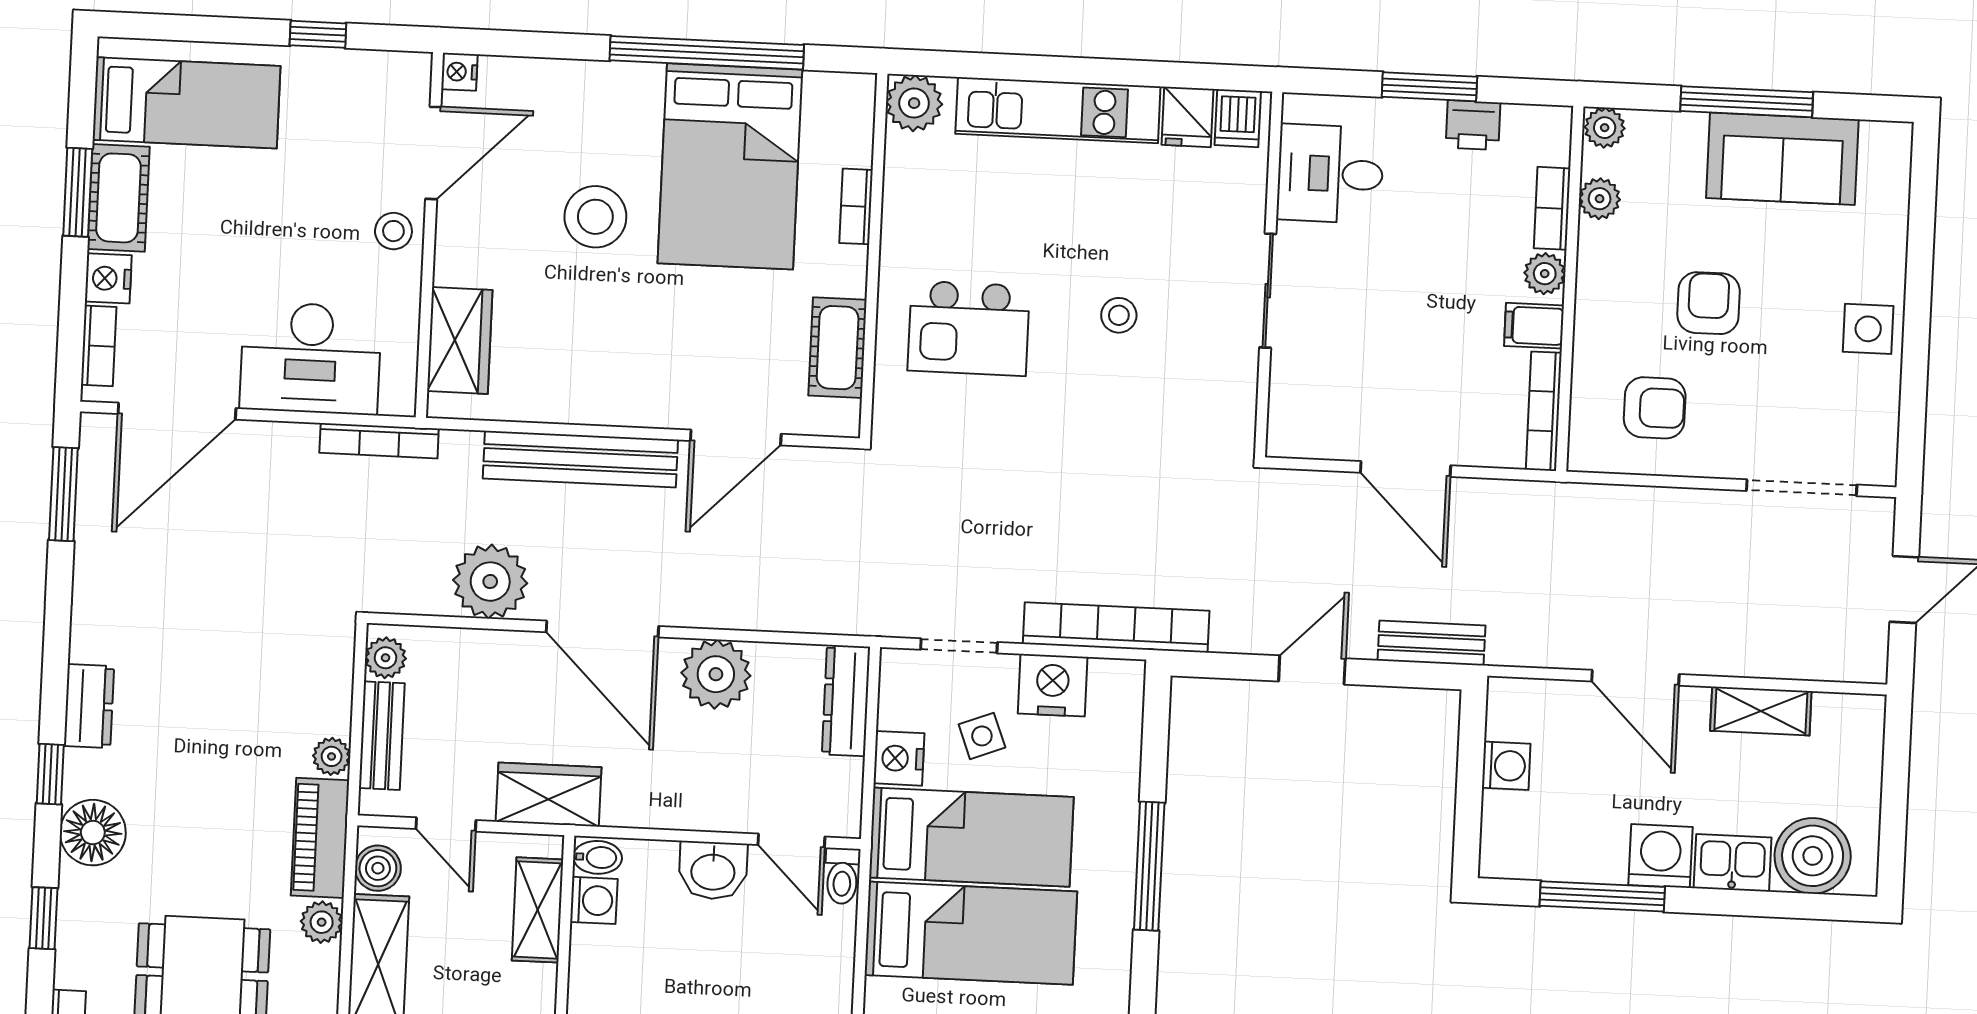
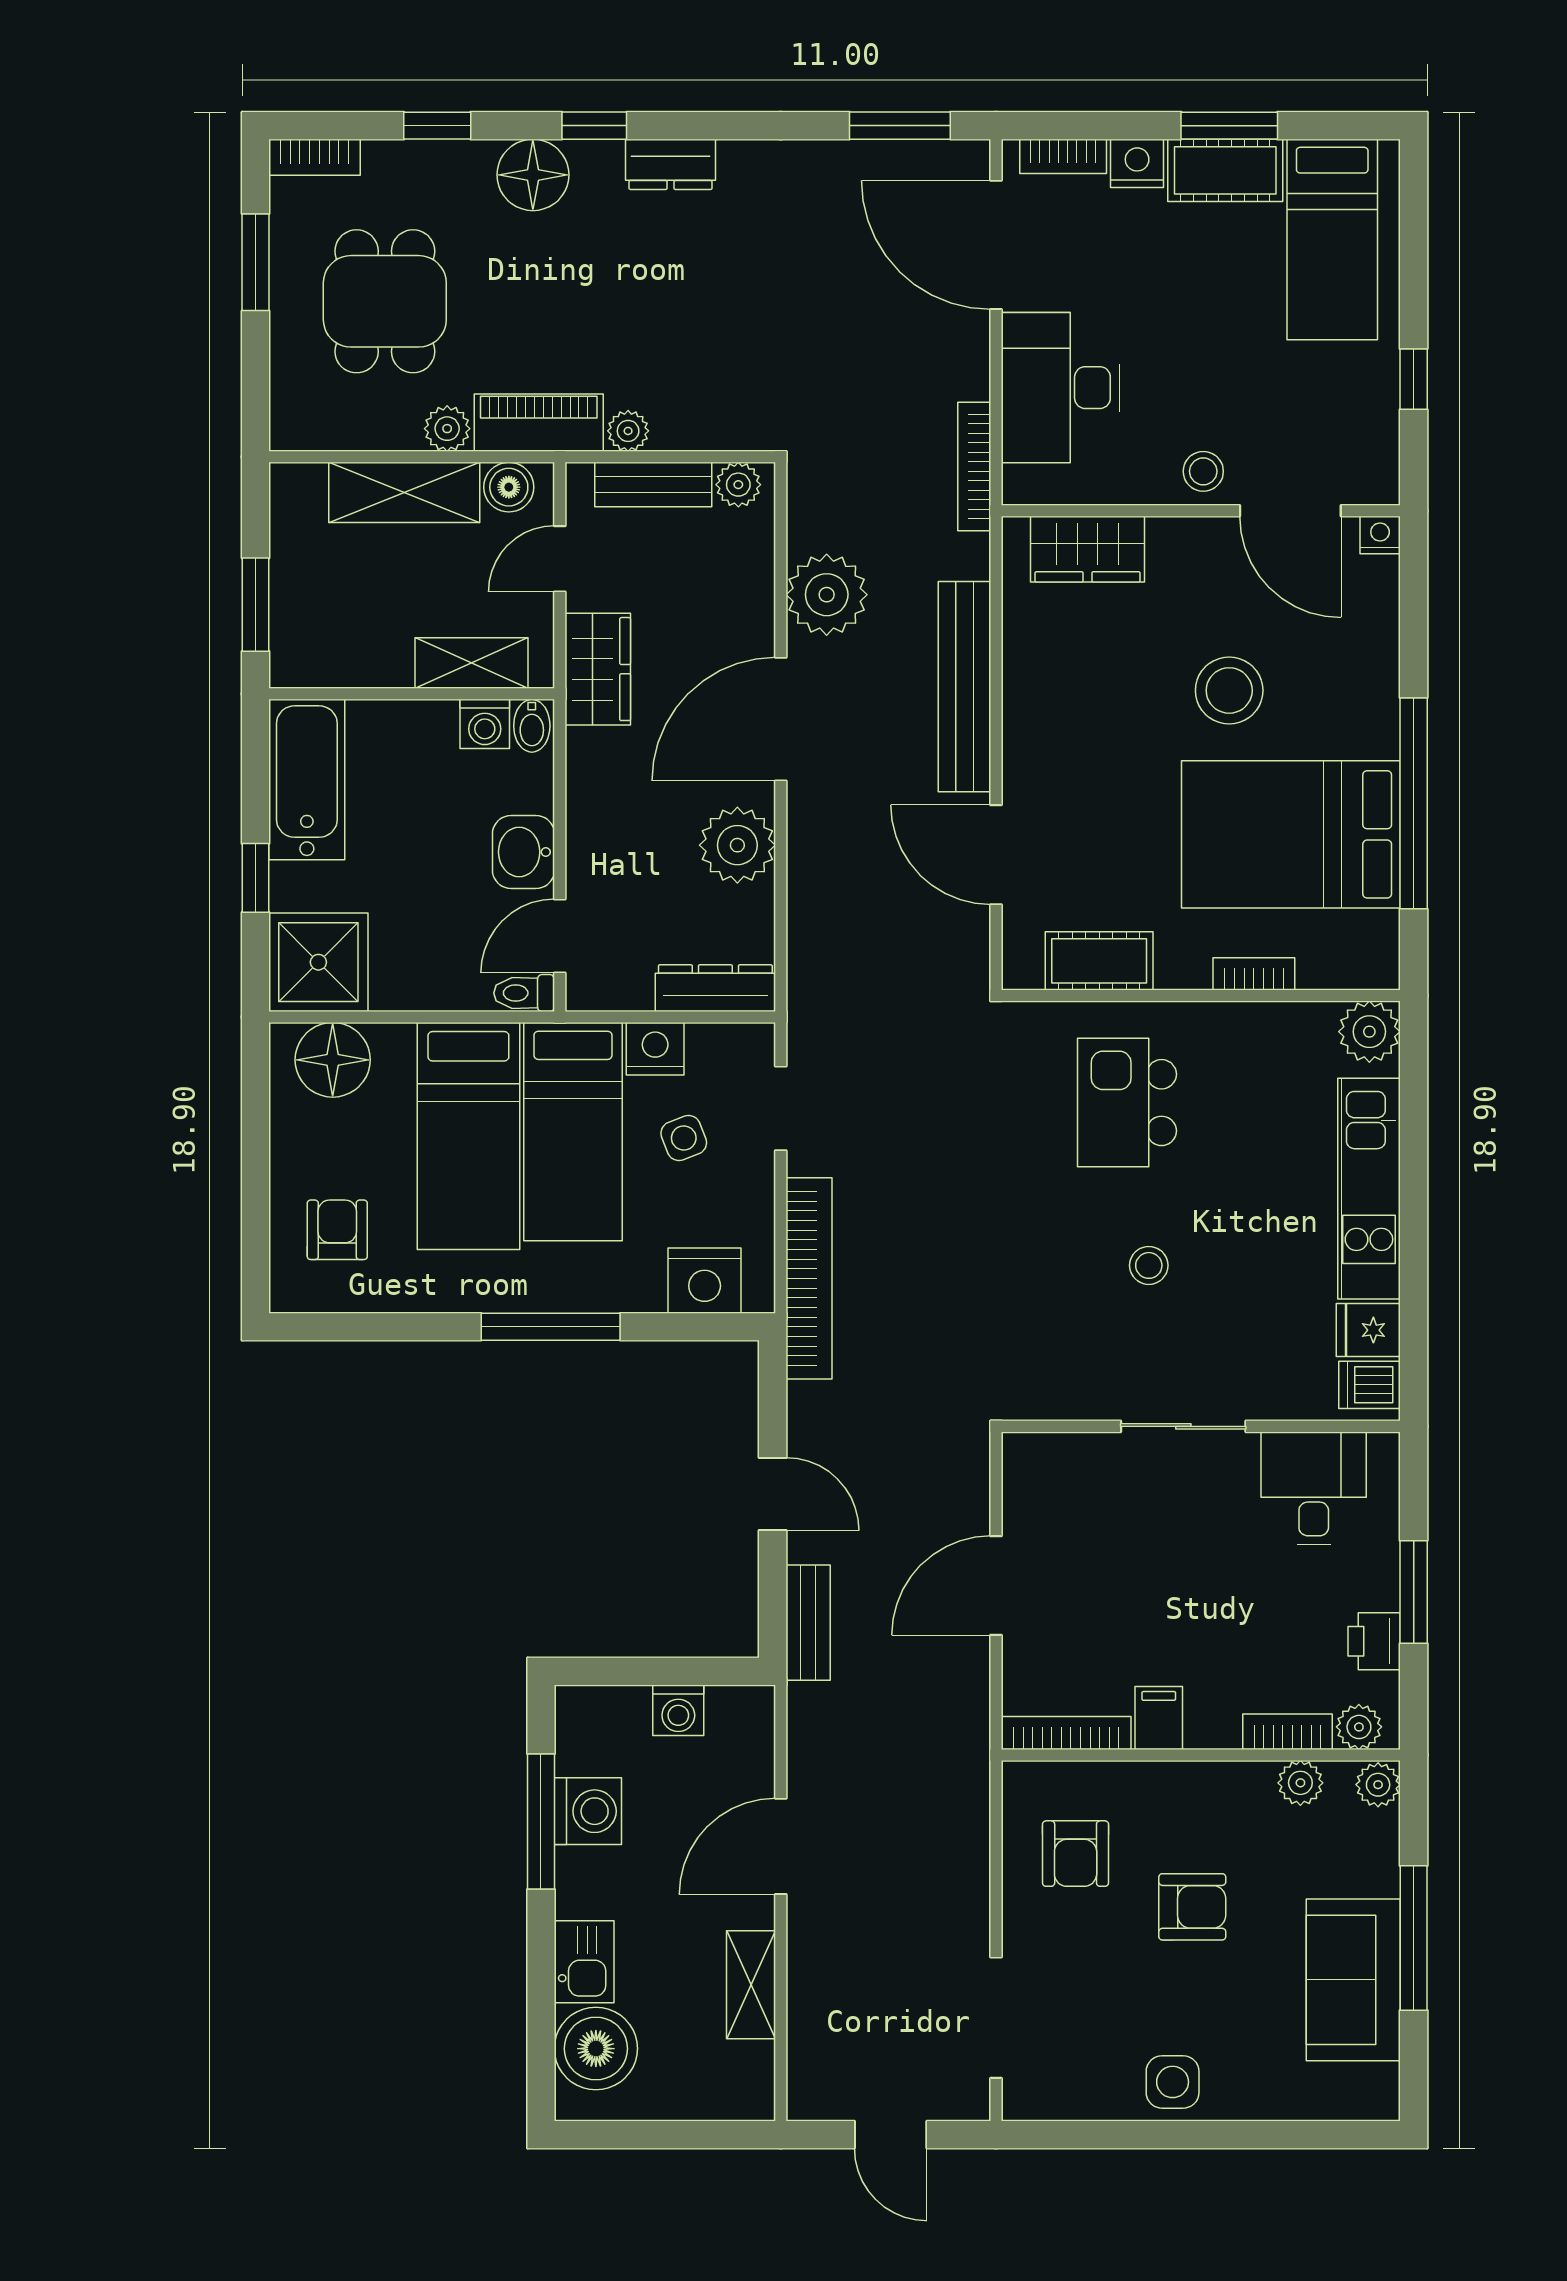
plant: (1545, 274) -> (1359, 1727), moved
nightstand: (1053, 685) -> (705, 1281), moved, turned 90
washing machine: (1661, 856) -> (588, 1811), moved

